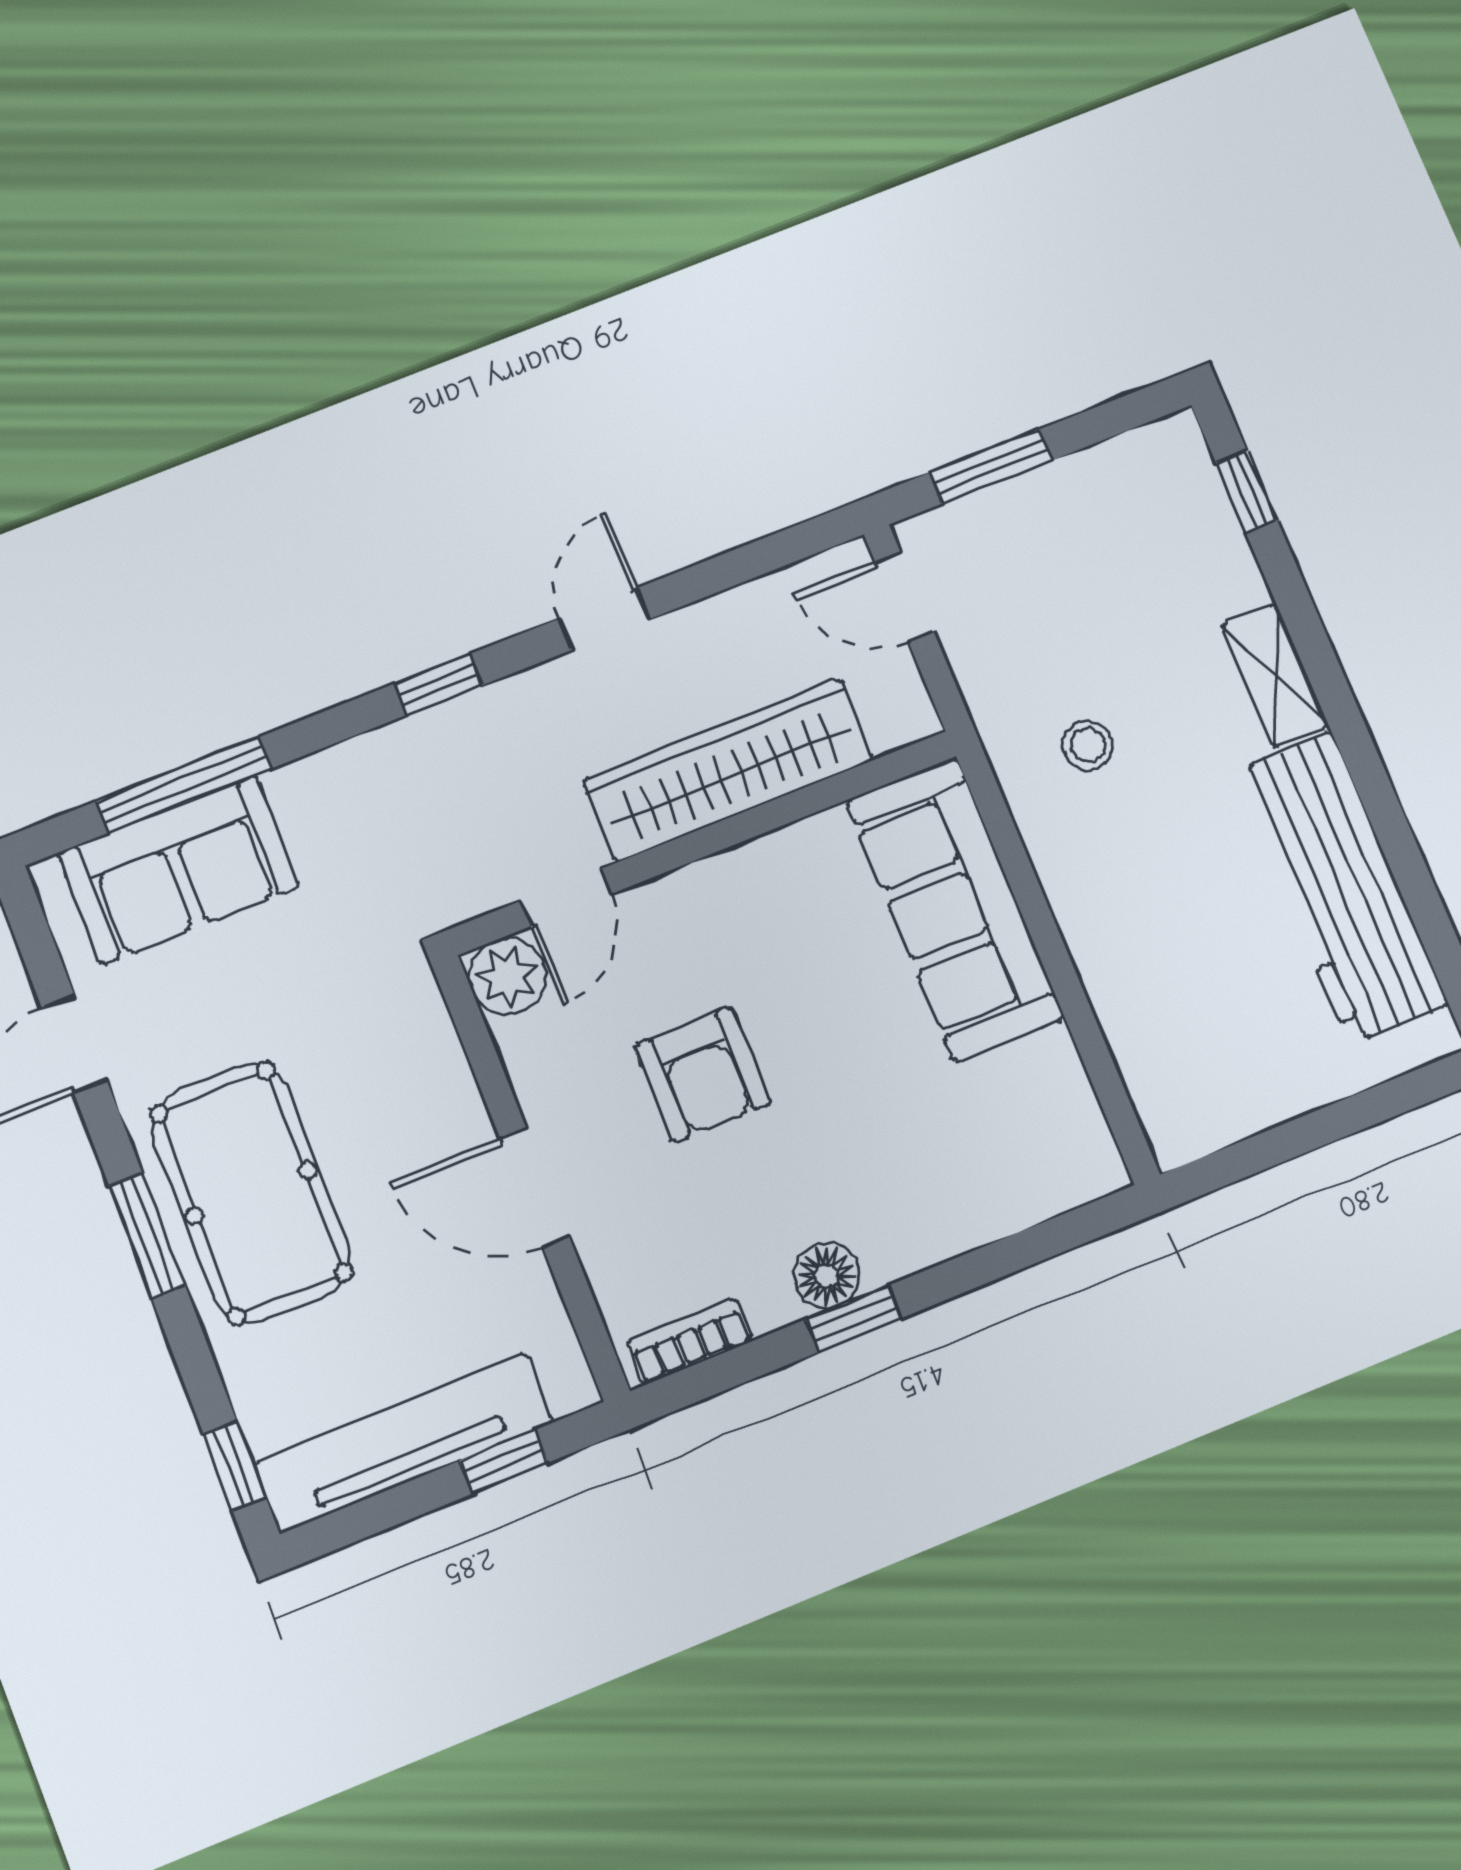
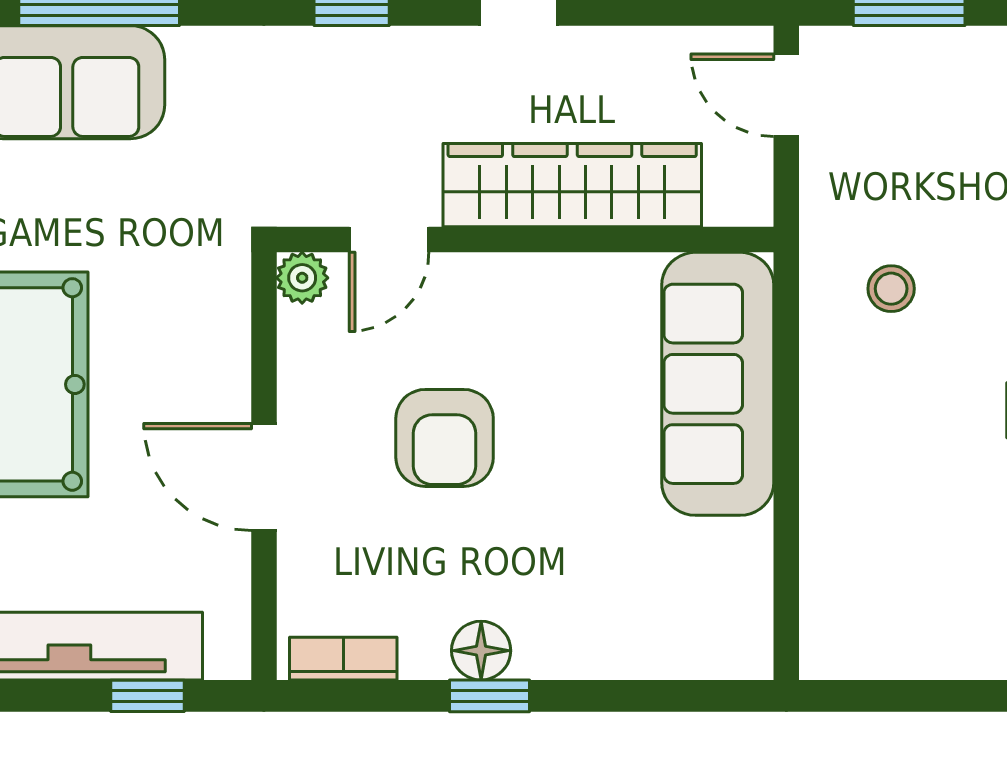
plant: (507, 976) -> (302, 278), width x0.73, depth x0.73

